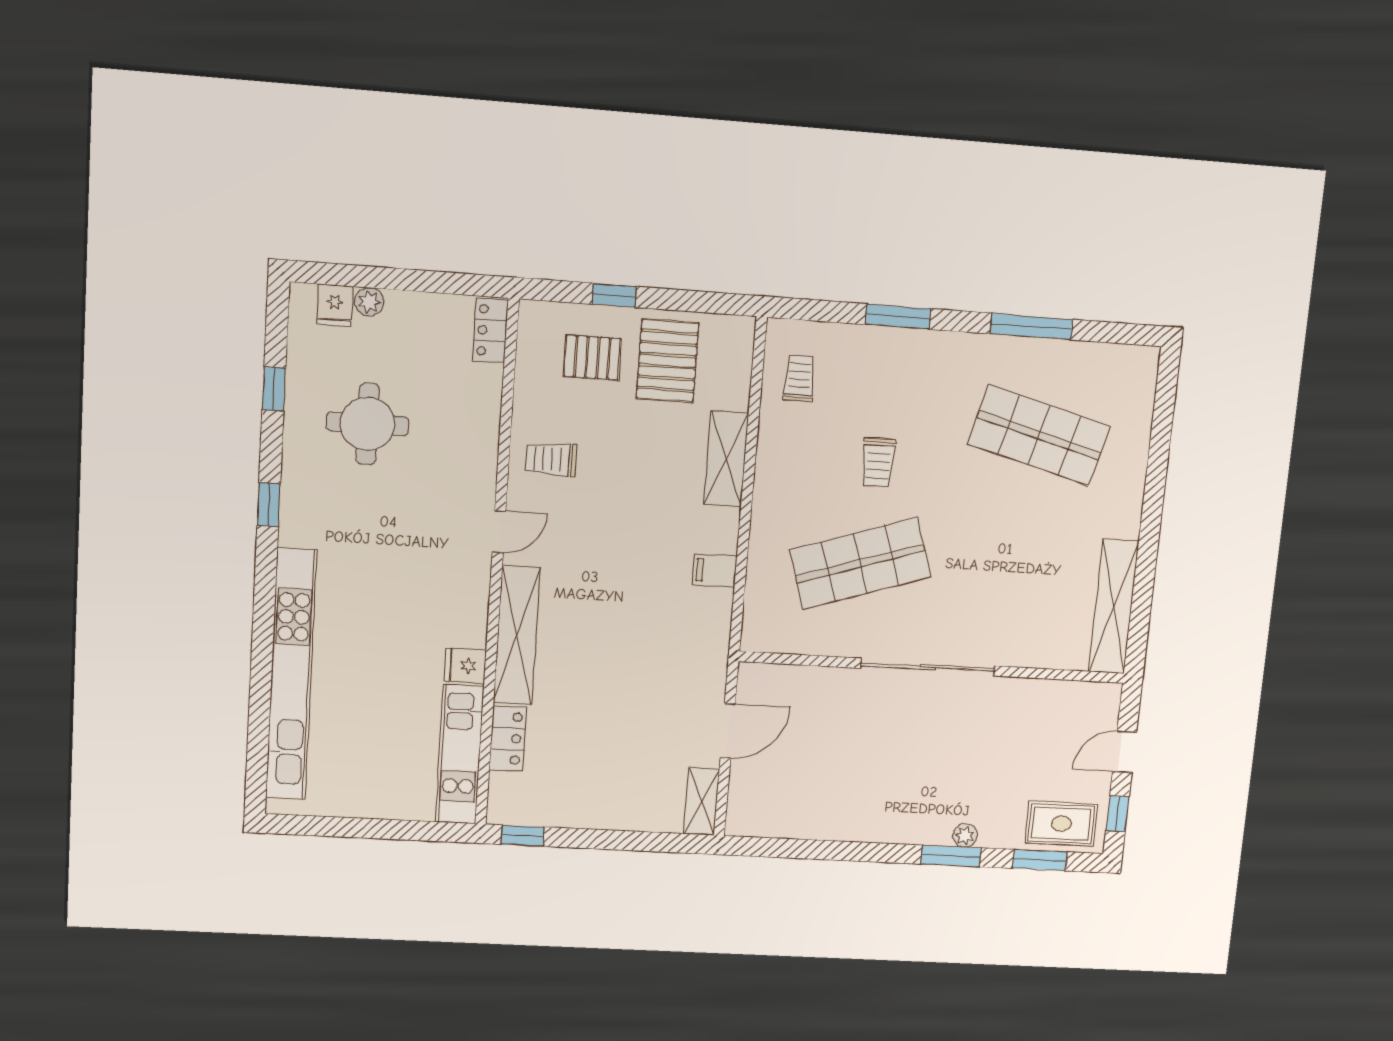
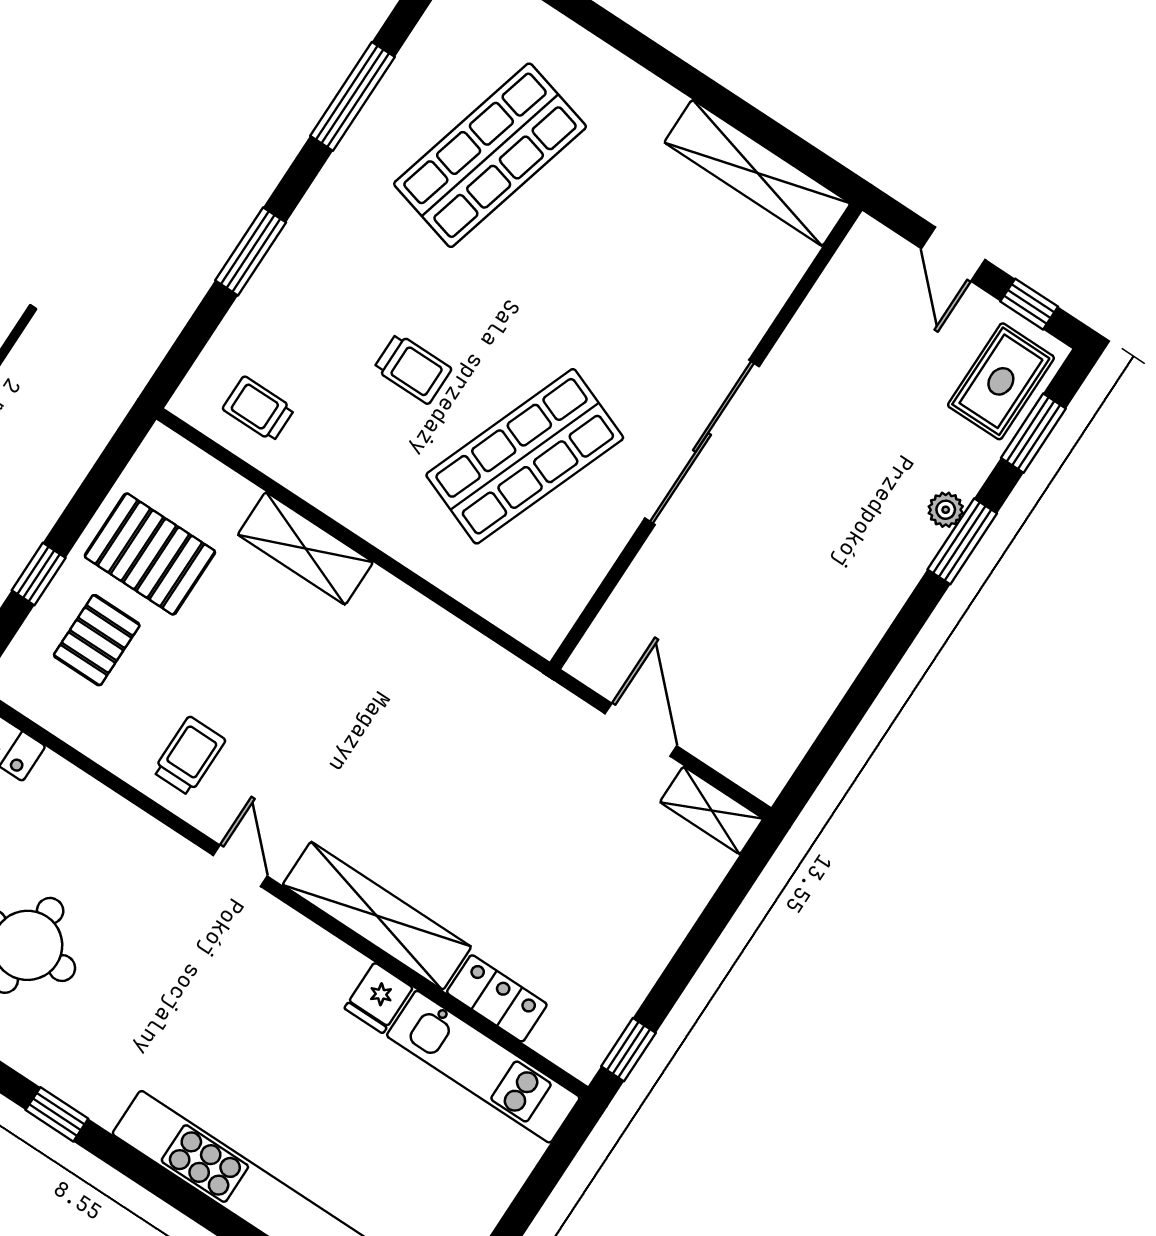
trolley: (551, 459) -> (189, 756), turned 180
shop shelf: (860, 563) -> (525, 456), turned 39
filing cabinet: (715, 571) -> (433, 637), removed

